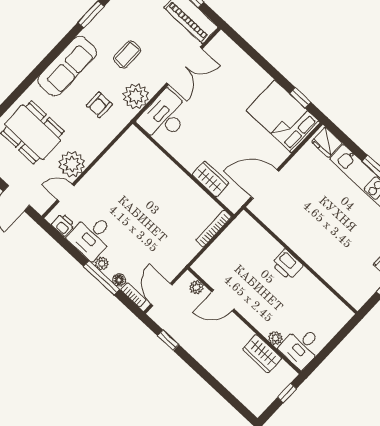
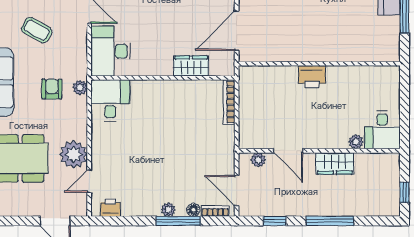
coffee table: (127, 54) -> (37, 30), turned -61
plant: (136, 96) -> (80, 88), moved, width x0.53, depth x0.53
armchair: (99, 105) -> (52, 89), turned 180
desk: (92, 236) -> (110, 100), moved, turned 180
door: (223, 300) -> (288, 151), hinge flipped
wardrobe: (262, 354) -> (335, 163), moved
window: (206, 376) -> (330, 221), added
window: (287, 393) -> (404, 193), moved

